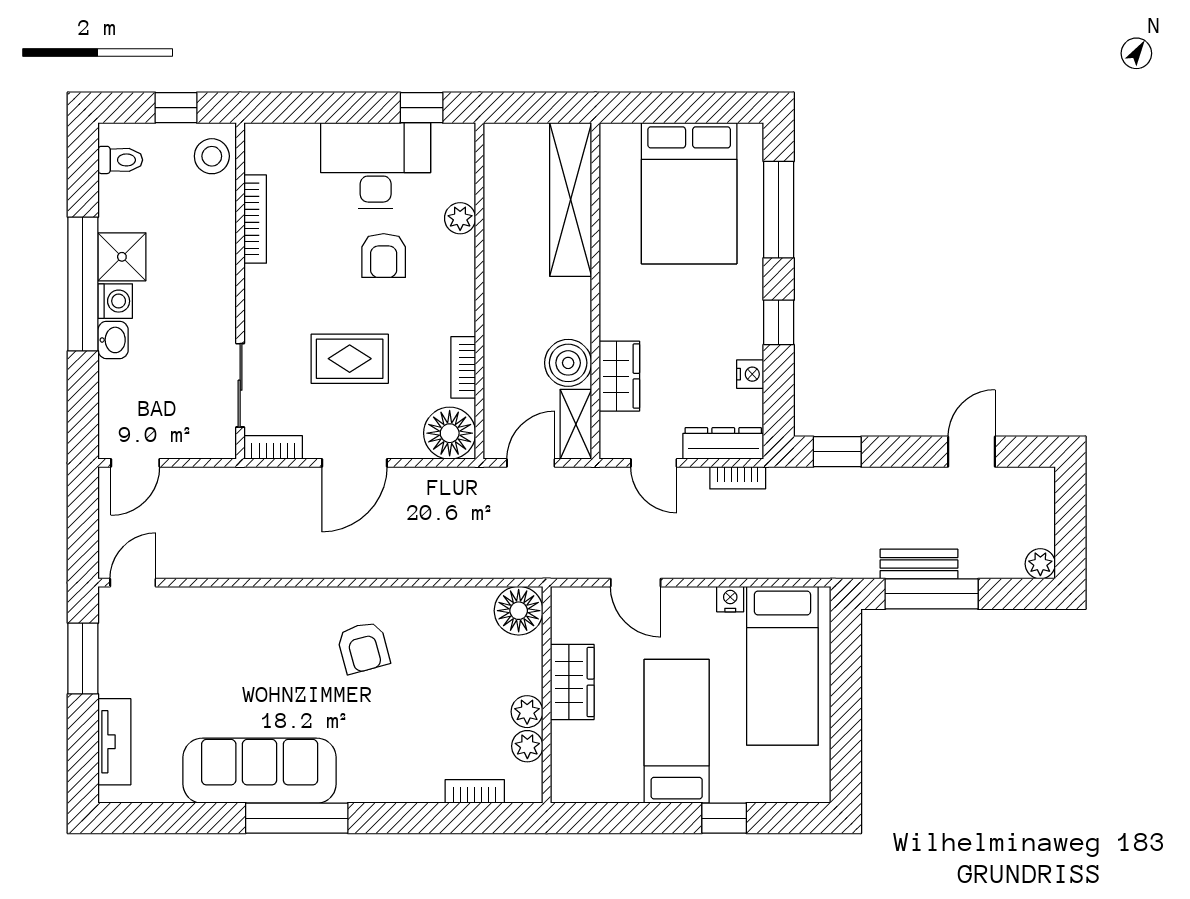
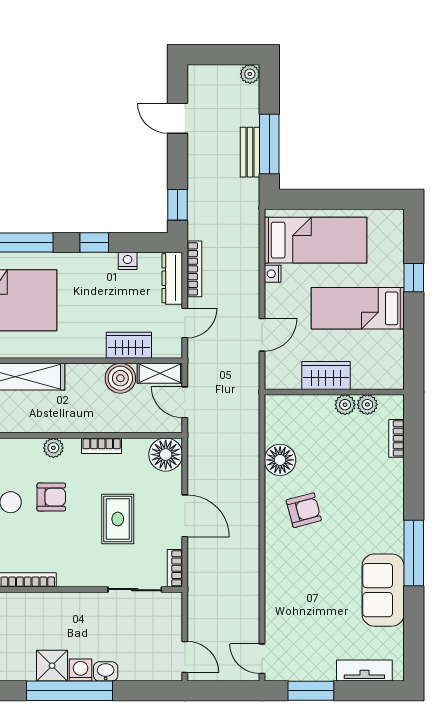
plant: (460, 218) -> (53, 448), moved
bookcase: (463, 367) -> (102, 446), moved
bookcase: (738, 478) -> (194, 269), width x1.56
floor lamp: (519, 611) -> (280, 460), moved
sofa: (260, 771) -> (383, 590), width x0.73

